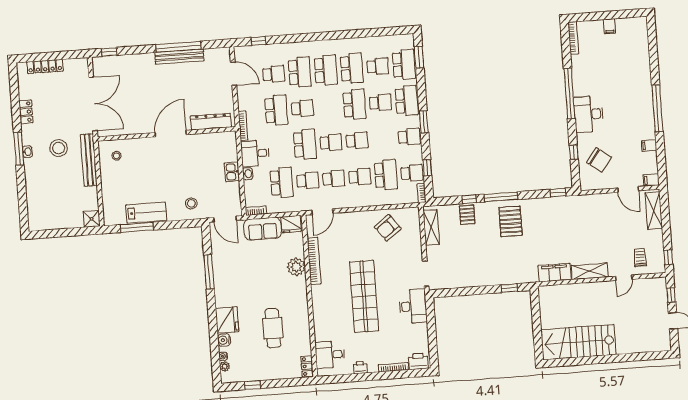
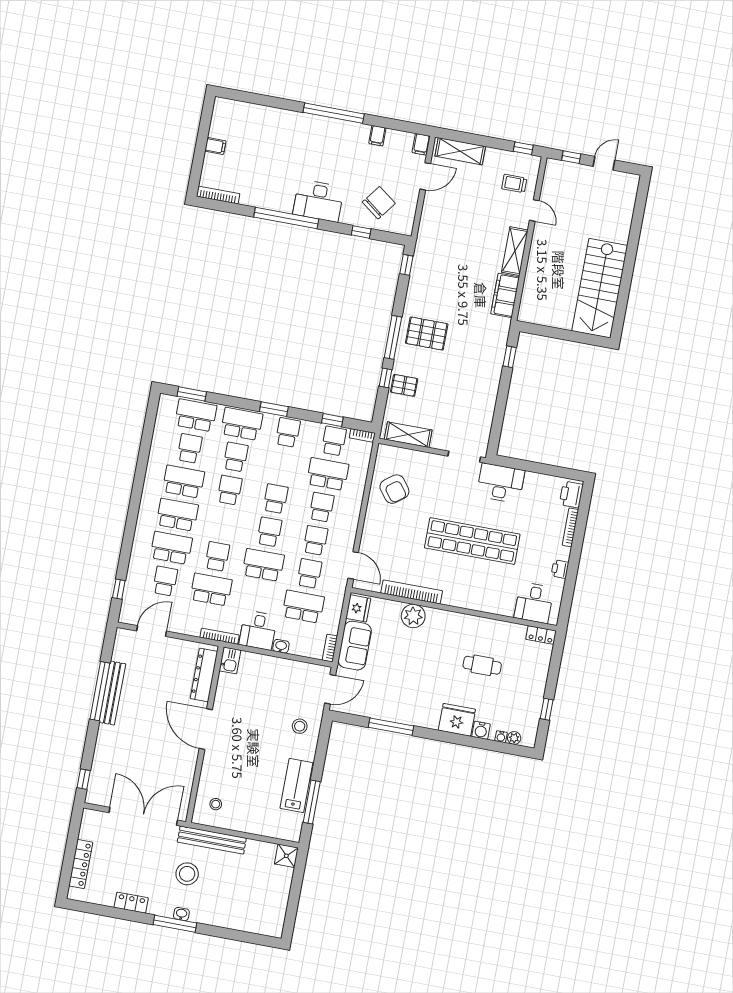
school desk: (354, 104) -> (230, 490), width x0.54
kitchen sink: (232, 172) -> (230, 660), moved, turned -90
cafe table: (273, 328) -> (482, 665), width x0.73, depth x0.74

